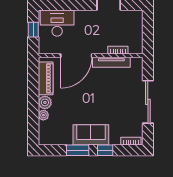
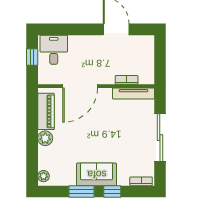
desk: (57, 23) -> (54, 50), width x0.73
tv unit: (111, 62) -> (133, 93), moved
plant: (43, 115) -> (44, 176), moved

